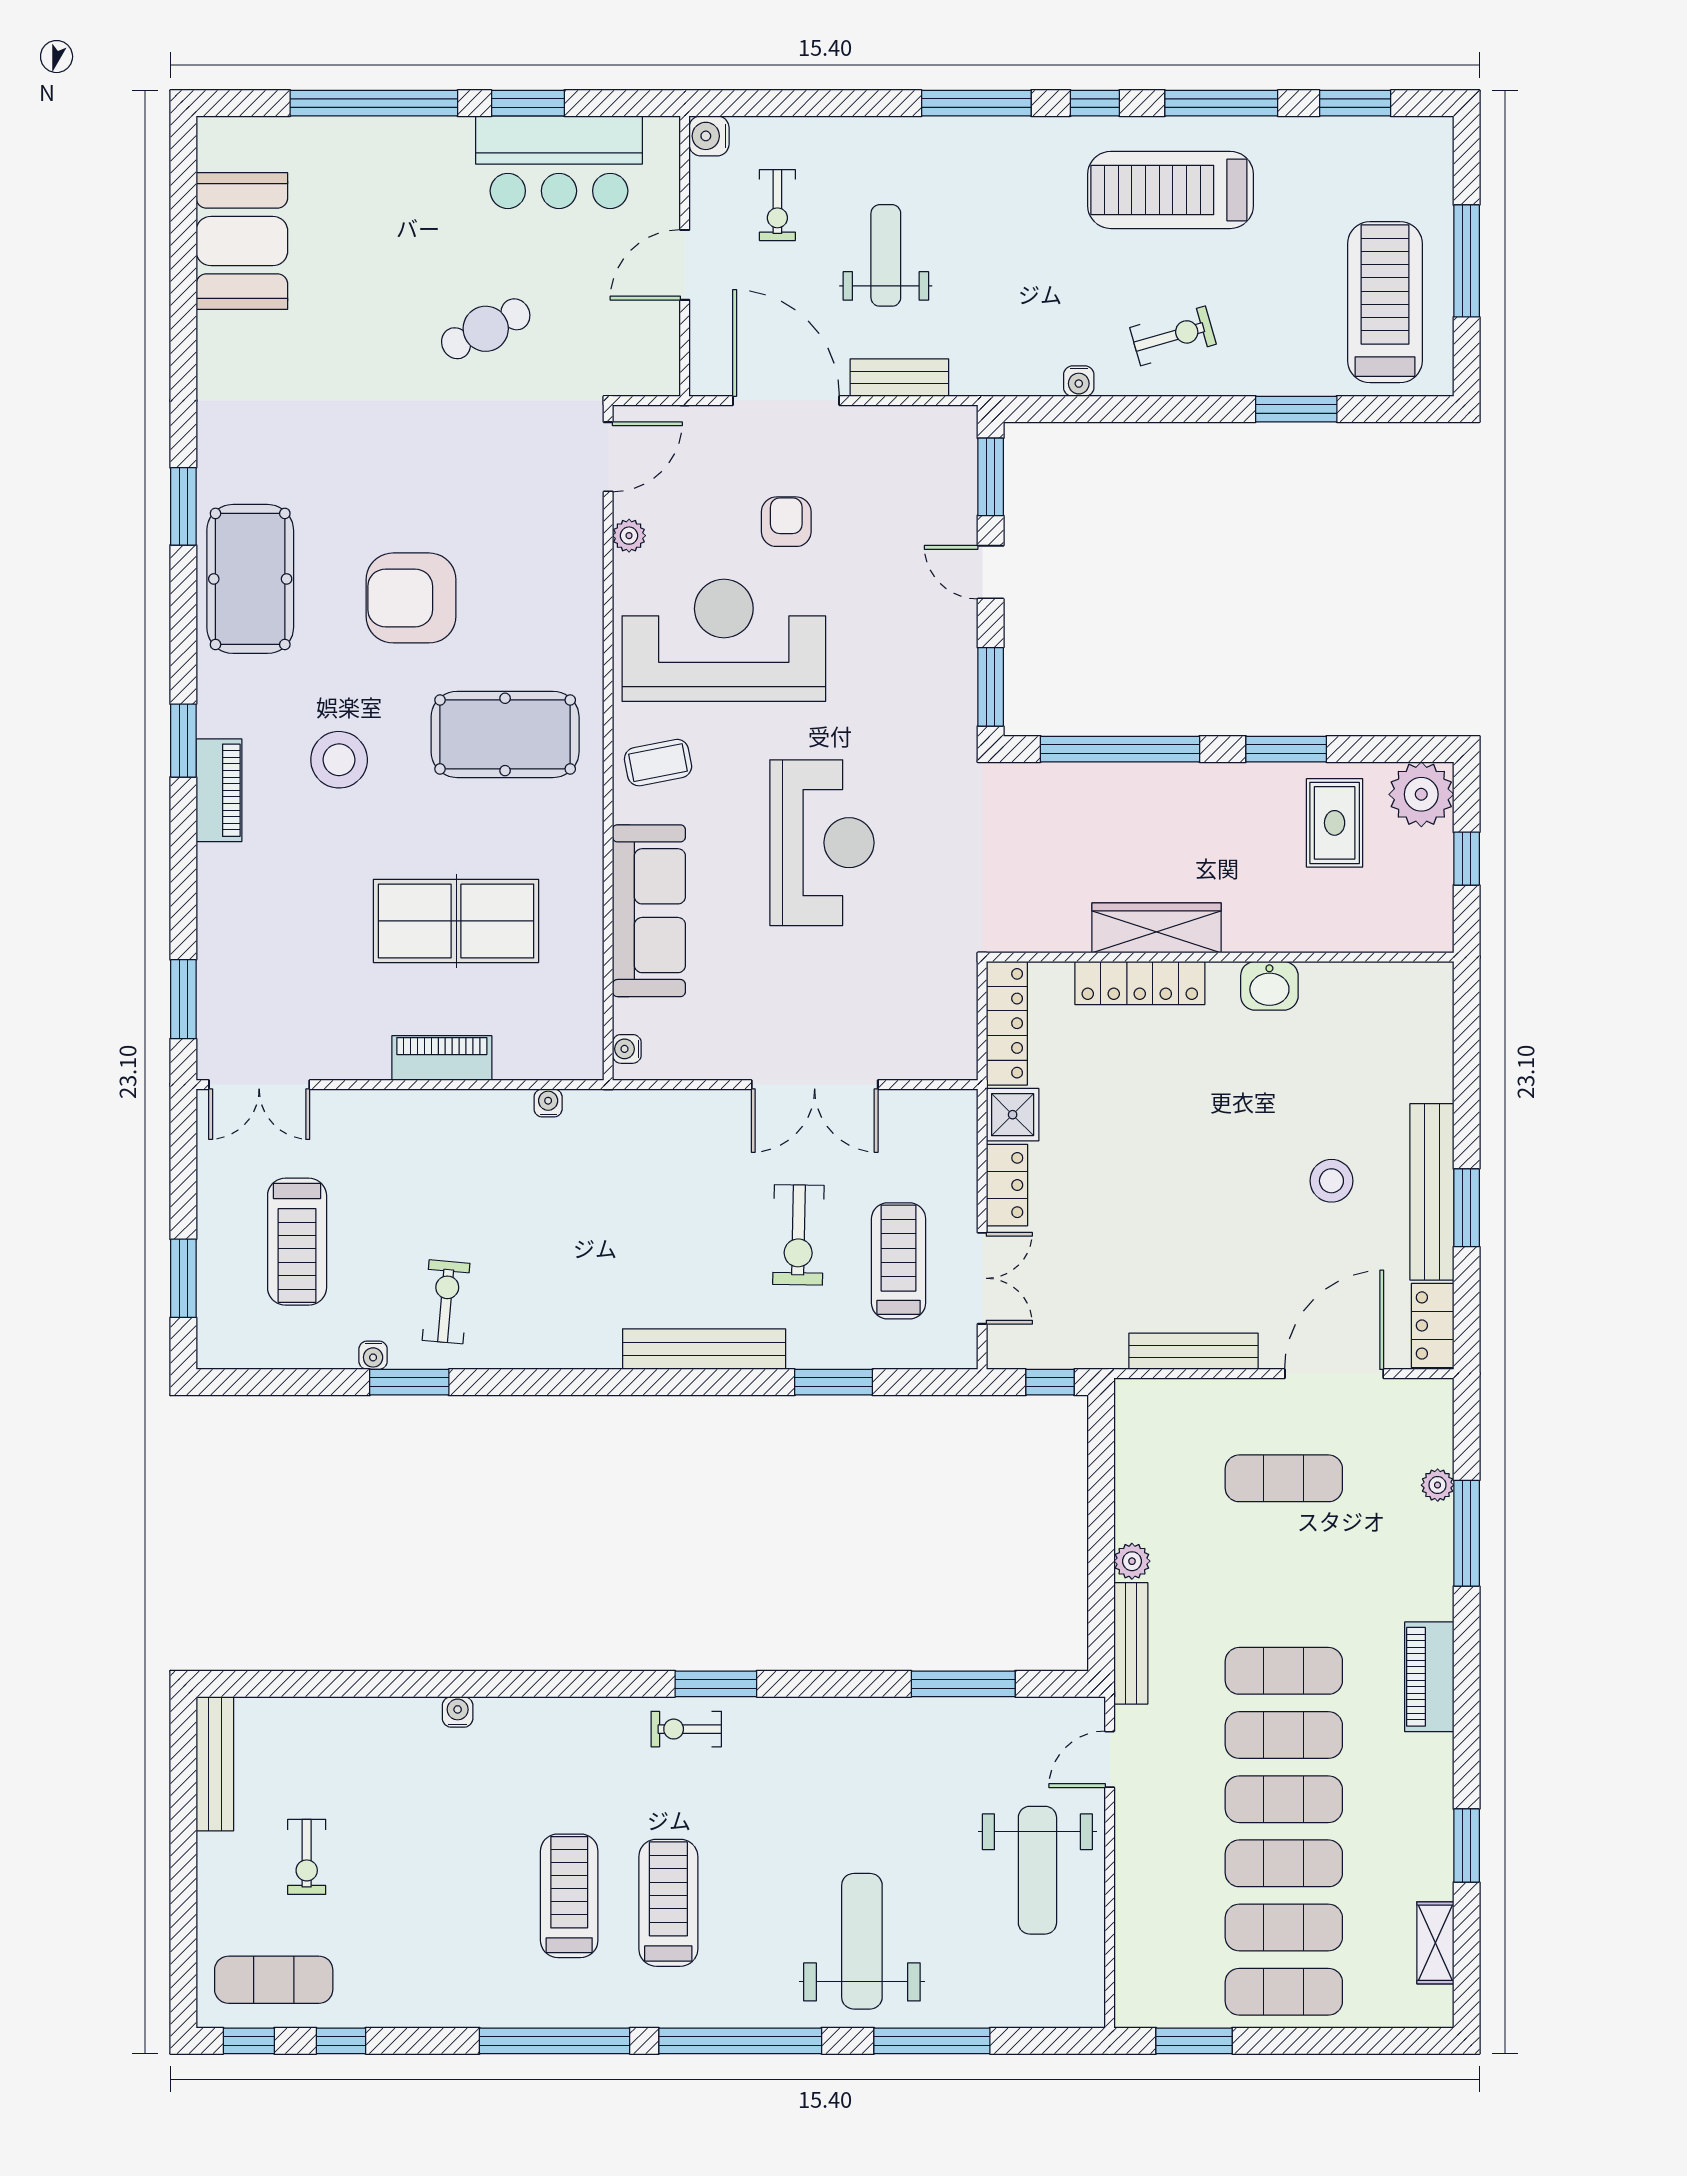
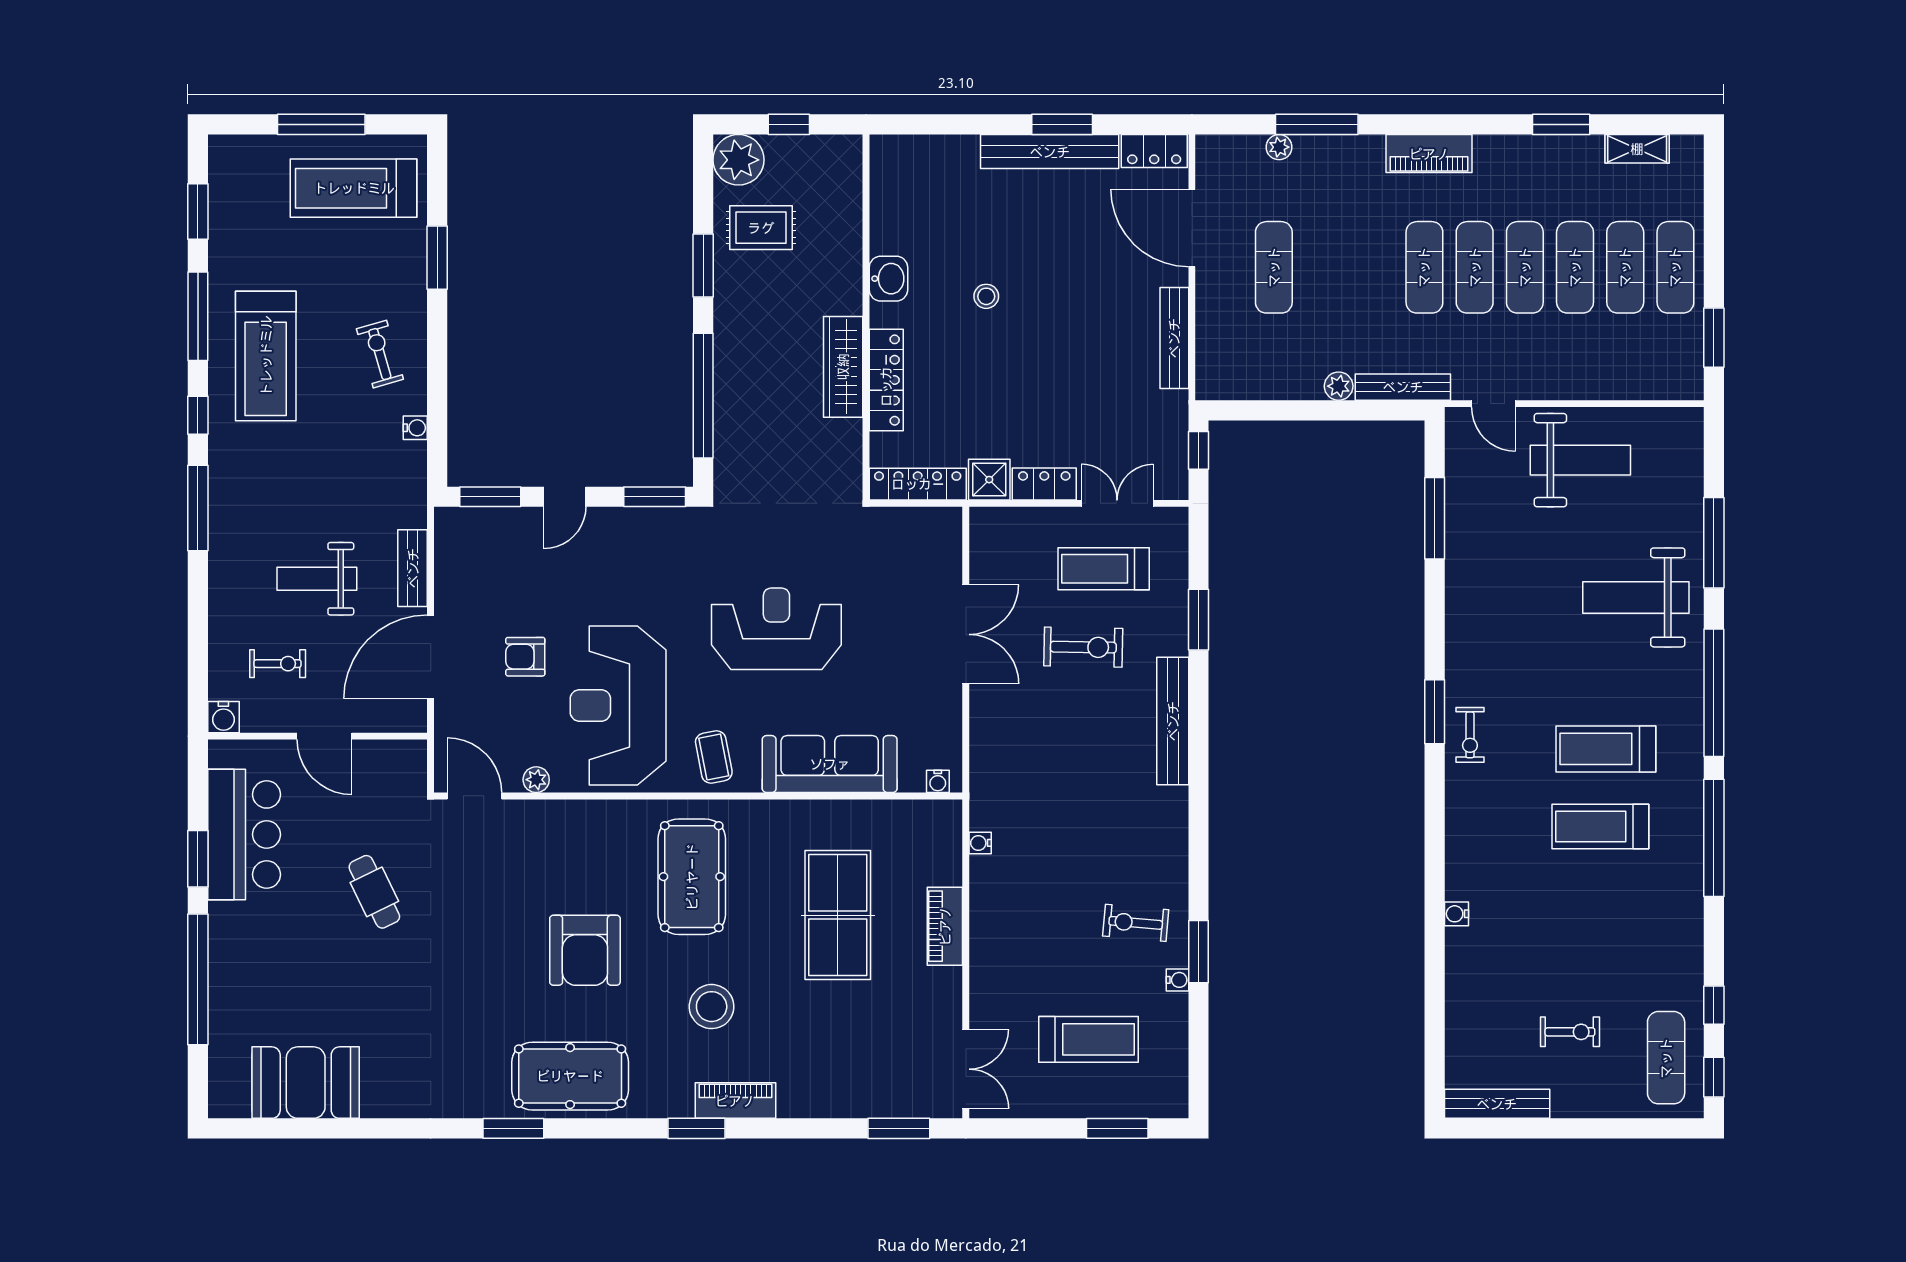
stool: (1331, 1181) -> (986, 296), moved, width x0.73, depth x0.73

